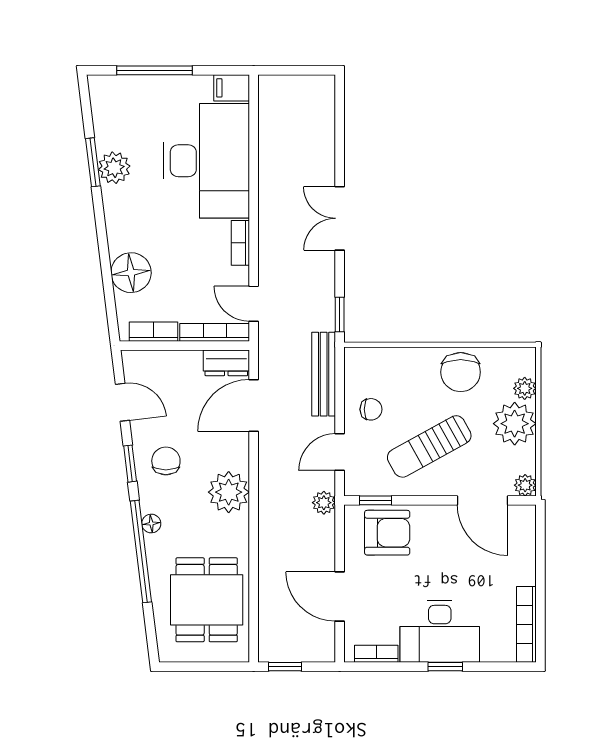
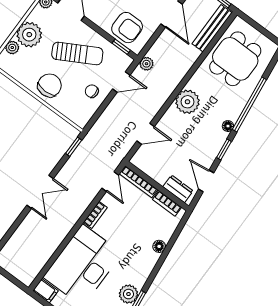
floor lamp: (131, 273) -> (159, 246), width x0.53, depth x0.53
dresser: (226, 363) -> (178, 189), moved
chair: (461, 372) -> (50, 85), moved
bench: (324, 374) -> (212, 28), moved
door: (254, 405) -> (146, 134), width x0.73
chair: (166, 461) -> (206, 138), removed
floor lamp: (151, 524) -> (228, 126), moved
armchair: (387, 533) -> (127, 28), turned 180

